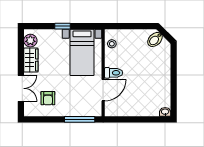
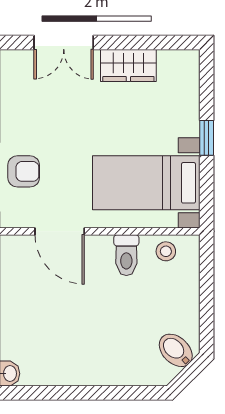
plant: (30, 41) -> (173, 64), removed
toilet: (114, 73) -> (126, 255), moved
armchair: (48, 98) -> (24, 171), moved, turned 180

